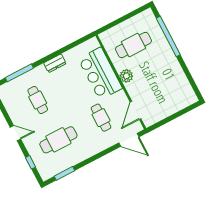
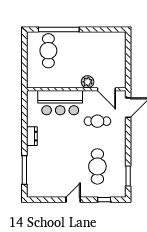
cafe table: (133, 45) -> (48, 51), moved
plant: (126, 76) -> (88, 82), moved
cafe table: (38, 100) -> (55, 166), removed

